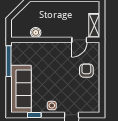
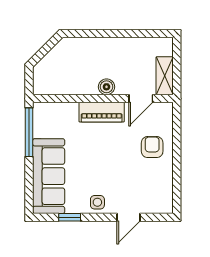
boiler: (36, 32) -> (106, 87), moved
piano: (54, 48) -> (102, 112), added

